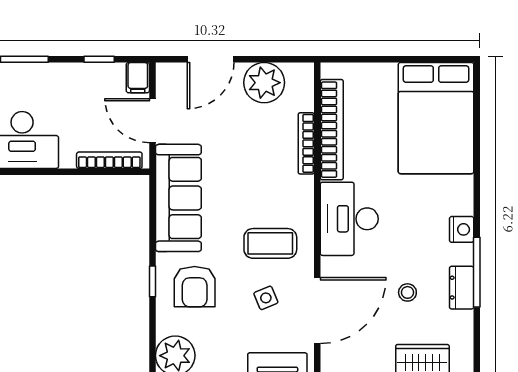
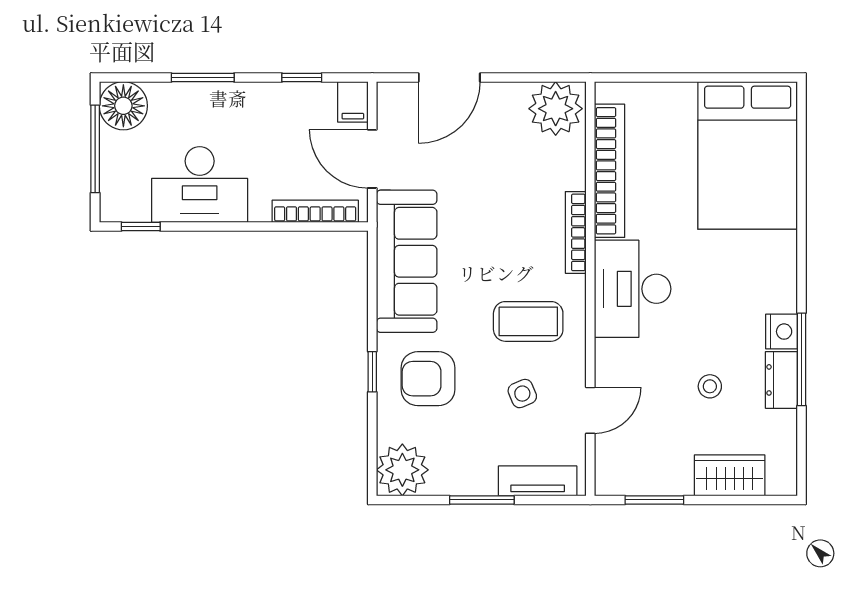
plant: (264, 83) -> (556, 109), moved
bookcase: (306, 143) -> (576, 232), moved
nightstand: (462, 229) -> (782, 332), moved
armchair: (195, 287) -> (428, 379), turned 90
door: (317, 311) -> (590, 410), width x0.53

